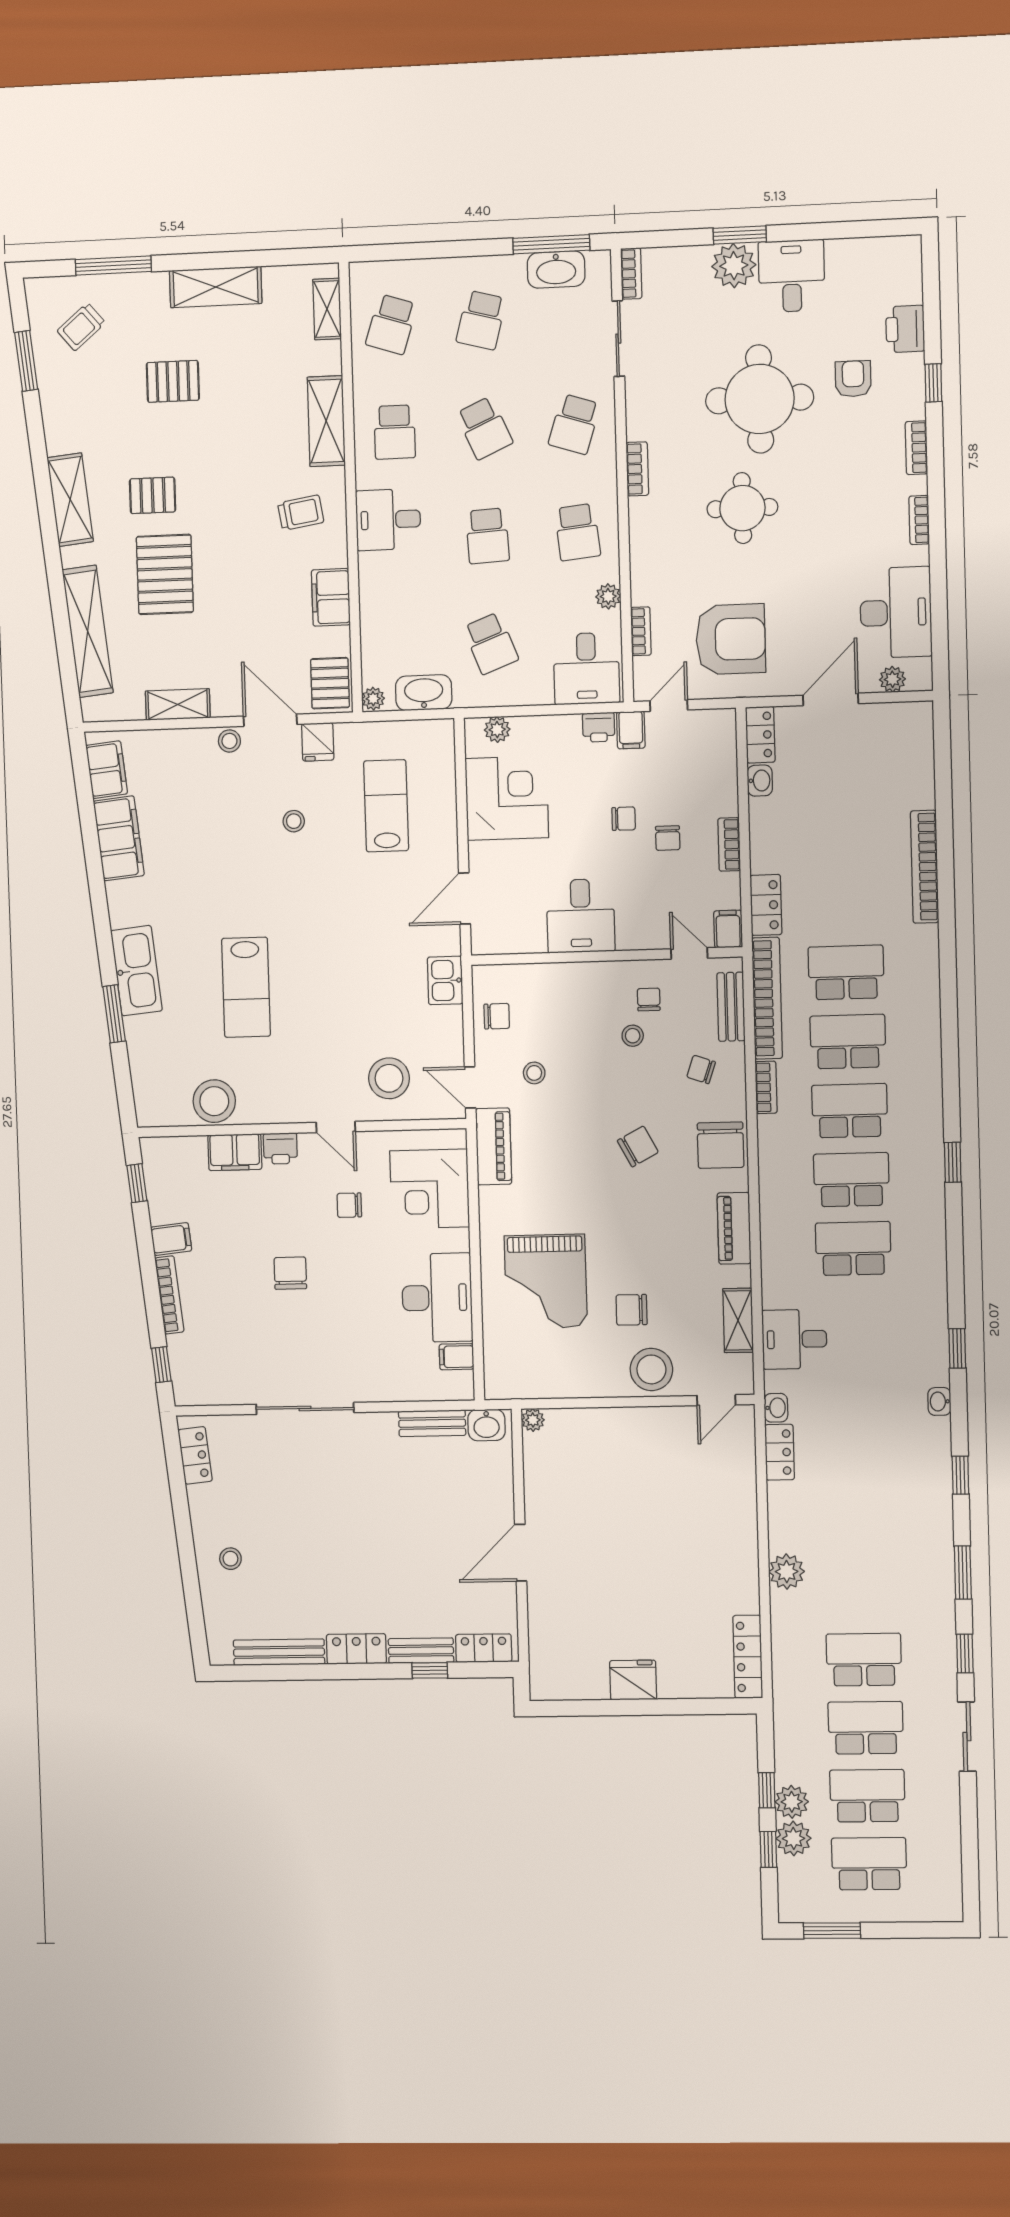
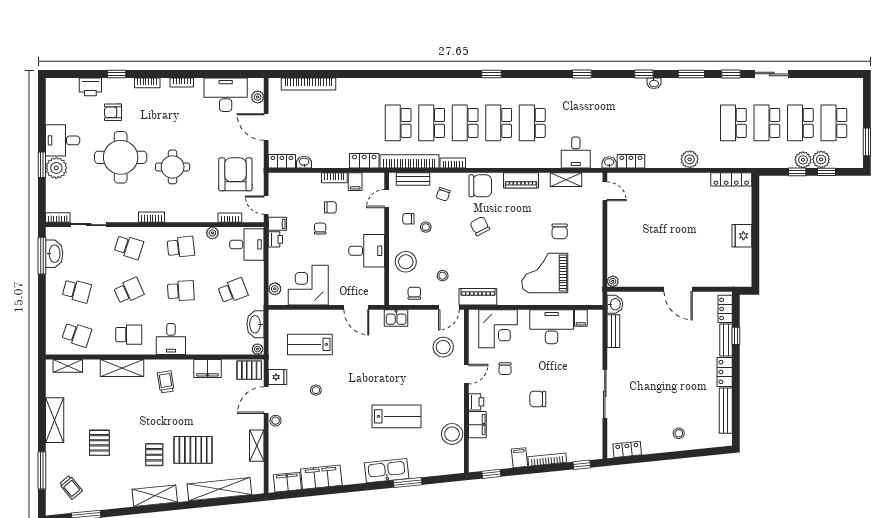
bookcase: (925, 867) -> (308, 84), moved
filing cabinet: (728, 929) -> (355, 182), moved, turned -90
grand piano: (546, 1281) -> (545, 273), turned 180
stool: (651, 1369) -> (406, 262), moved
washbasin: (939, 1401) -> (654, 83), moved

